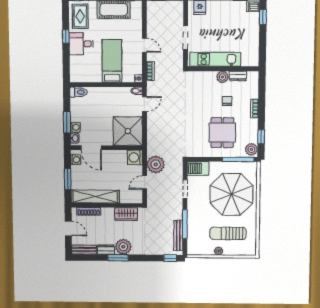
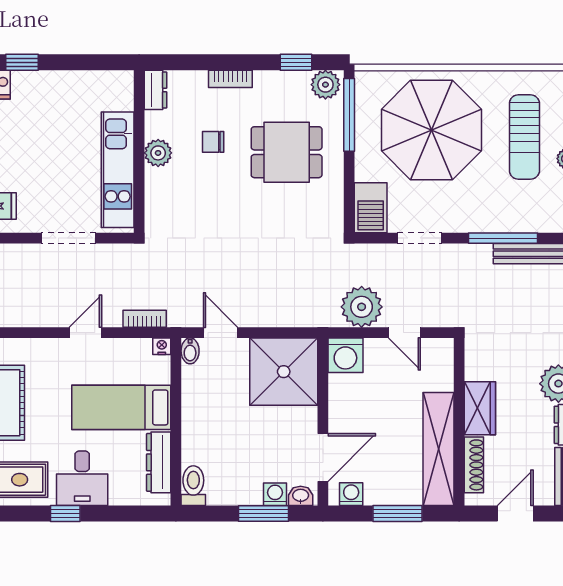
dresser: (238, 76) -> (156, 90), moved
dresser: (88, 77) -> (159, 462), added
wardrobe: (126, 214) -> (480, 408), moved

